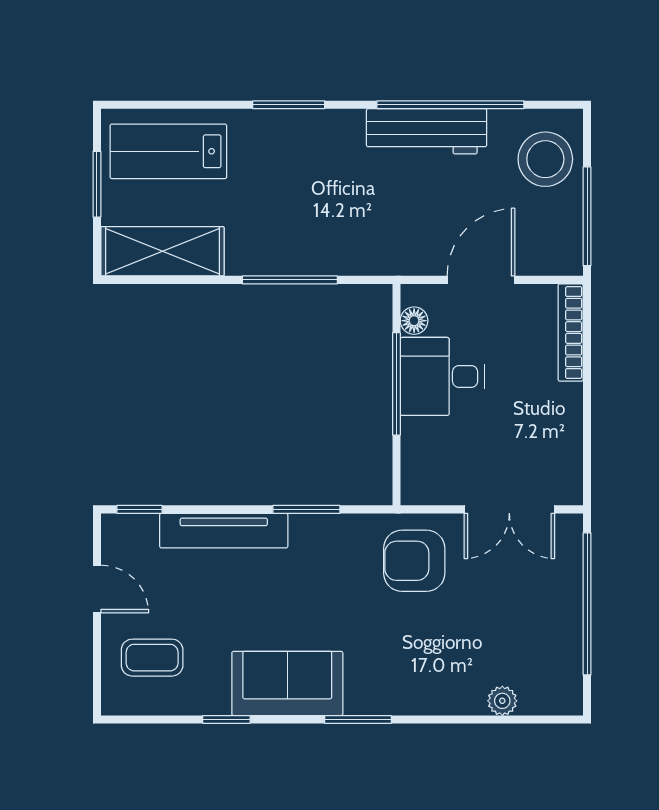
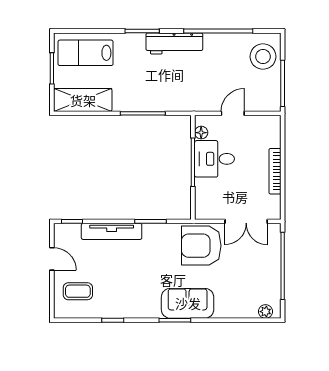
workbench: (427, 131) -> (174, 43), moved
door: (481, 280) -> (233, 113), width x0.73
bookcase: (571, 332) -> (275, 171), moved
armchair: (414, 561) -> (201, 246), width x1.36, depth x1.36
sofa: (287, 683) -> (188, 303), moved
plant: (502, 701) -> (265, 312), moved

